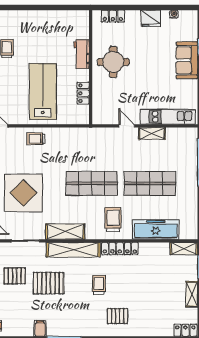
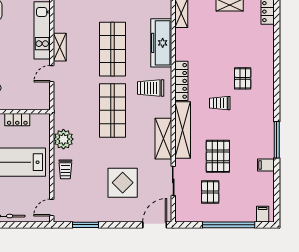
plant: (65, 137) -> (63, 139), added
display table: (23, 193) -> (123, 183), width x0.73, depth x0.73
pallet: (118, 316) -> (243, 78), moved

